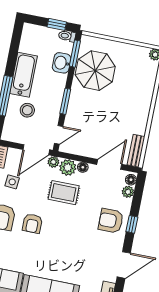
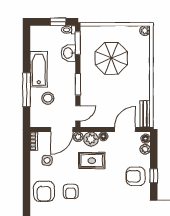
parasol: (95, 71) -> (111, 58), moved

